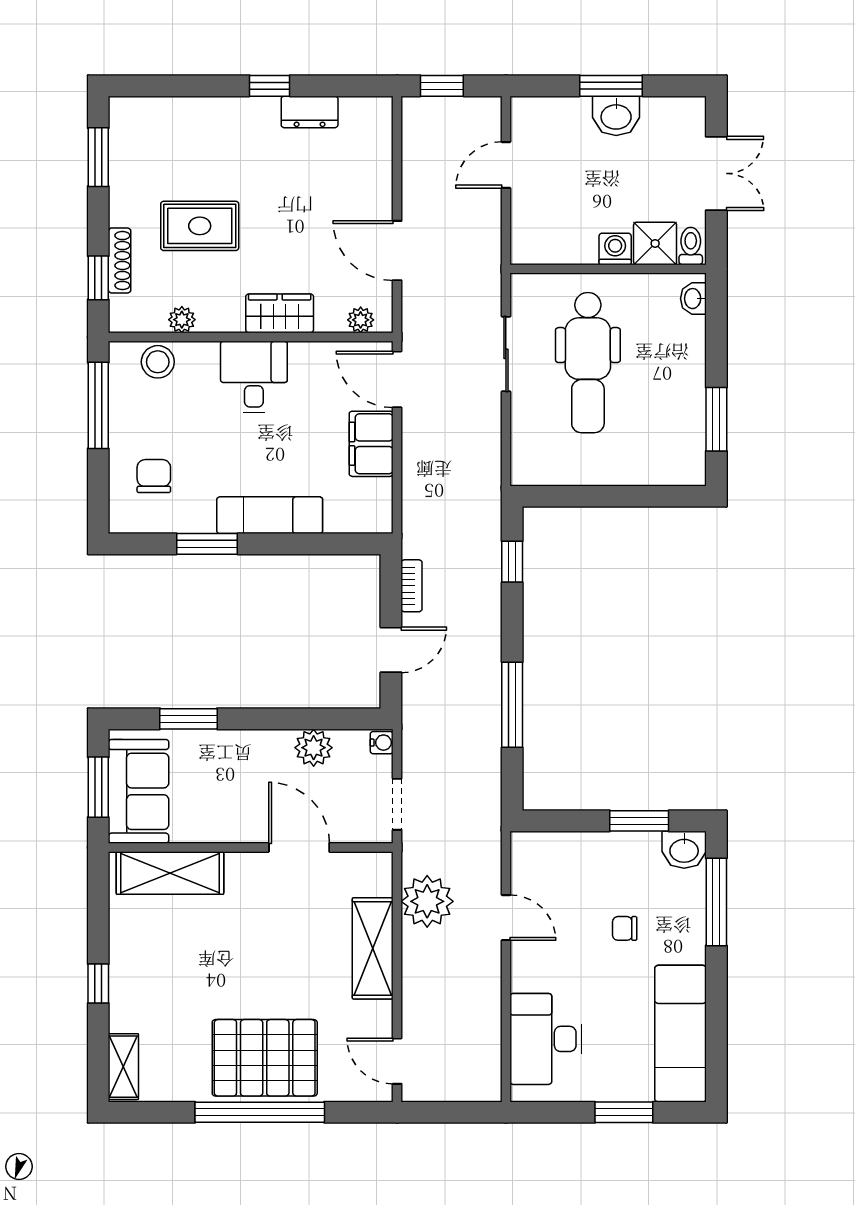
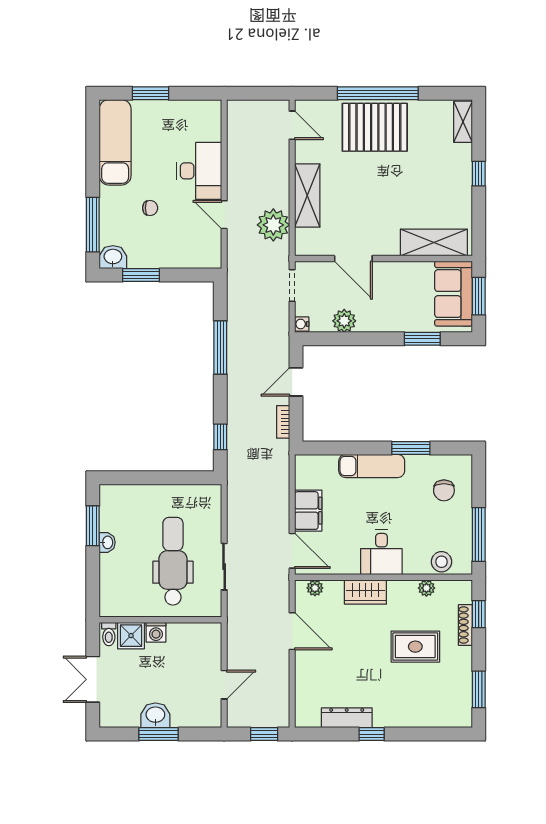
dresser: (310, 112) -> (347, 718), width x1.44
washbasin: (693, 299) -> (107, 542), moved
desk: (546, 1039) -> (199, 171), moved

